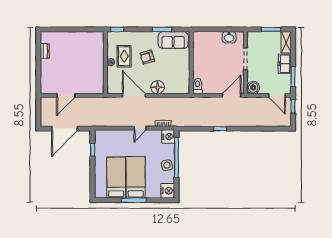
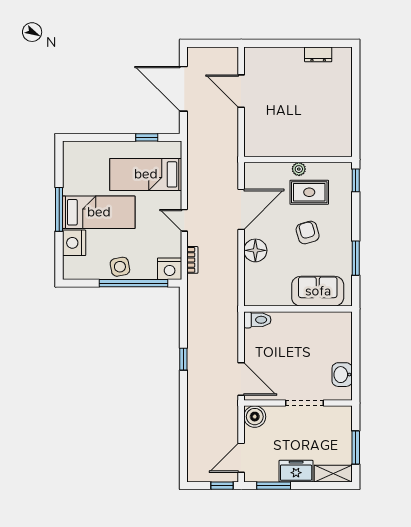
sofa: (173, 40) -> (318, 291), moved, turned 90
bed: (116, 178) -> (146, 174), moved, turned 180
nightstand: (168, 191) -> (74, 243), moved, turned 90

